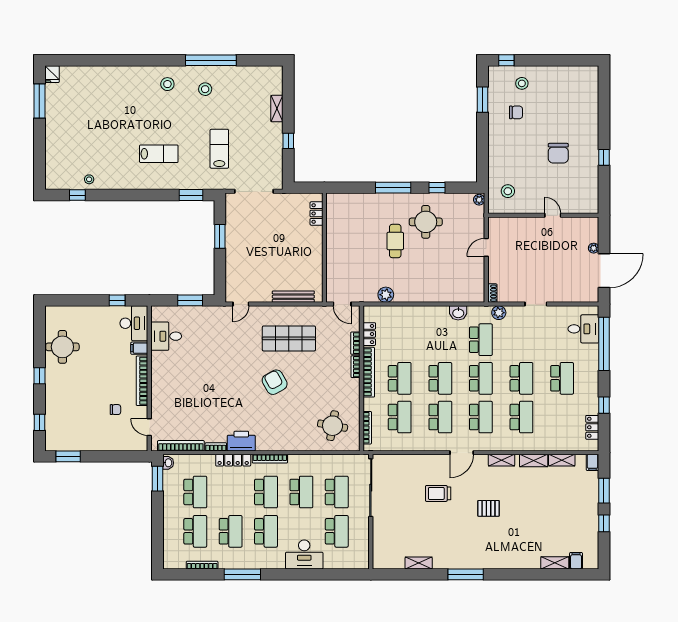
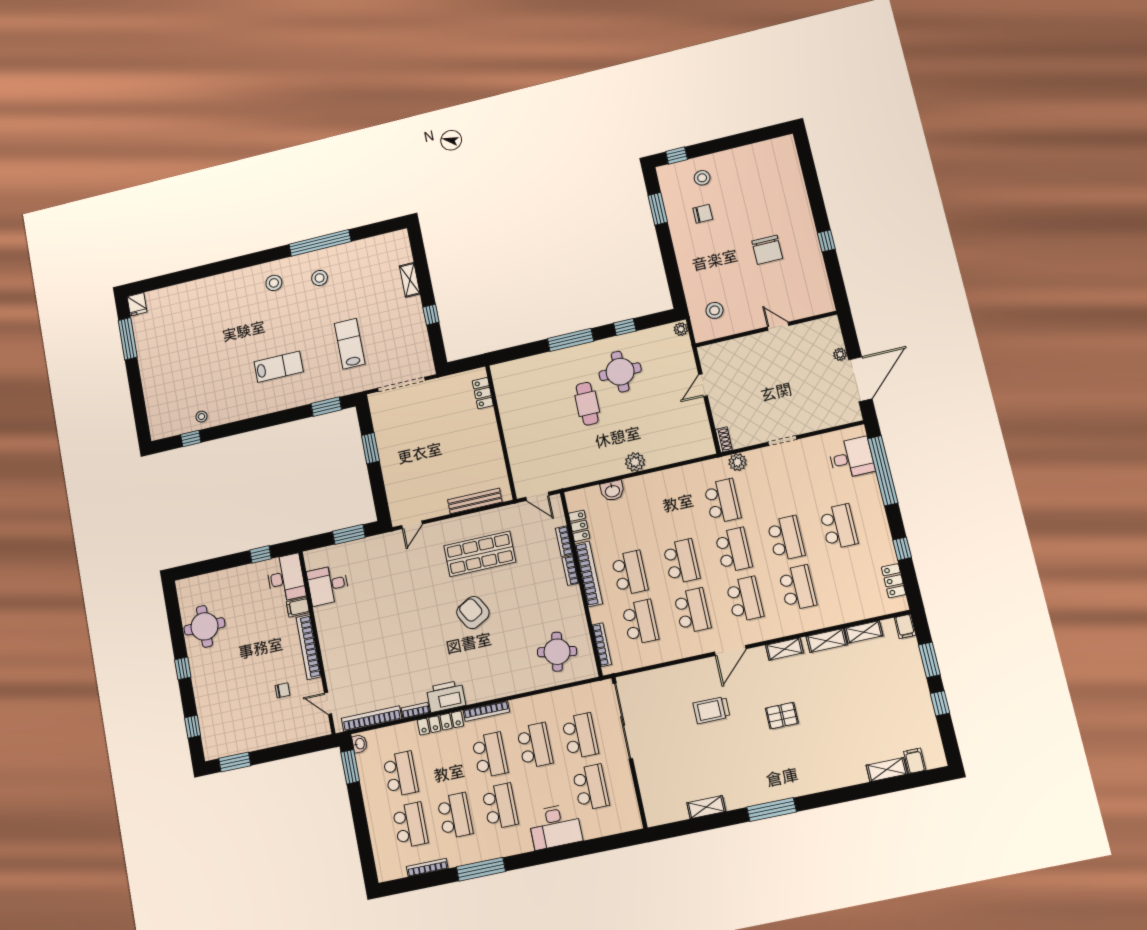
plant: (386, 295) -> (635, 462), moved
washbasin: (458, 313) -> (612, 491), moved

